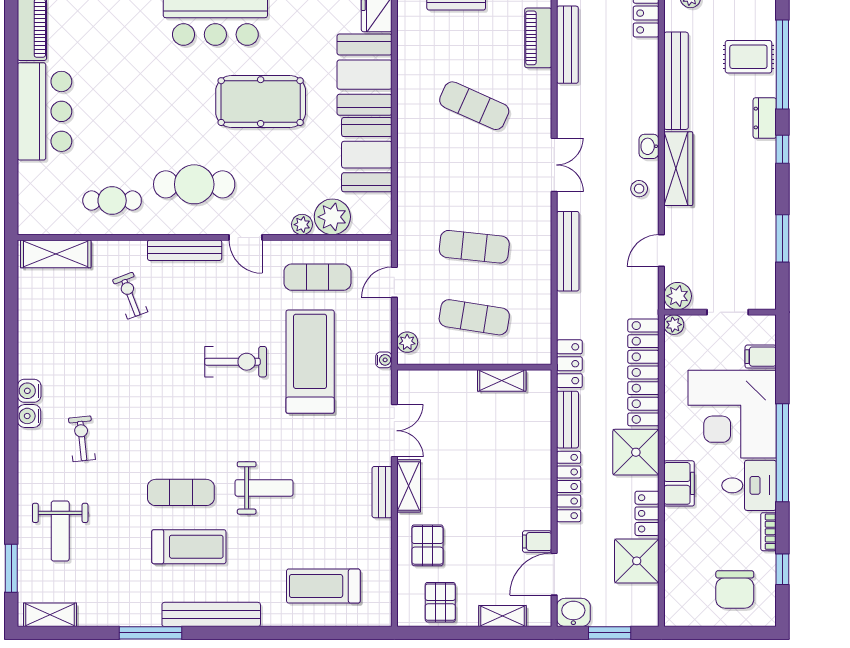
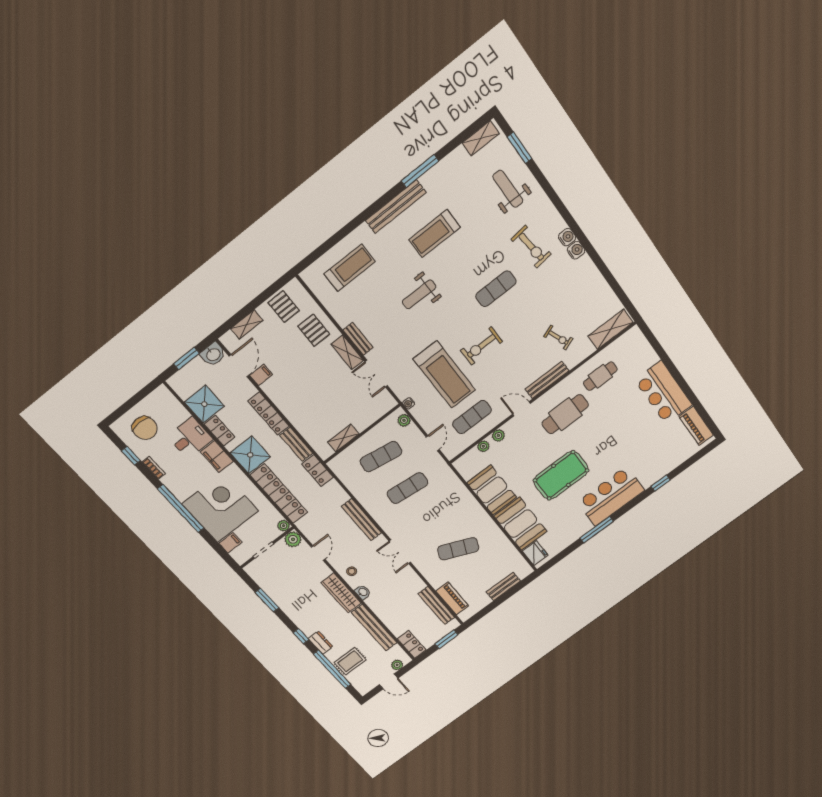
plant: (332, 217) -> (483, 446), width x0.53, depth x0.53
exercise bike: (82, 439) -> (531, 247), width x1.38, depth x1.39
desk: (749, 485) -> (190, 438), moved, turned 180
exercise mat: (181, 492) -> (496, 289), moved
chair: (735, 589) -> (145, 428), turned 180

